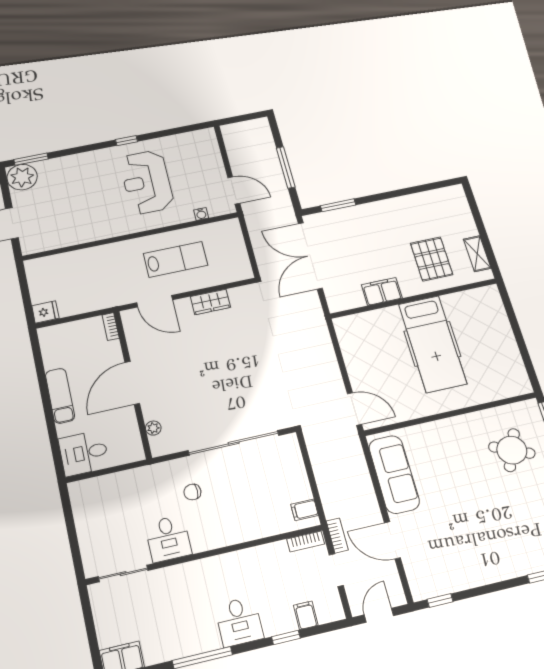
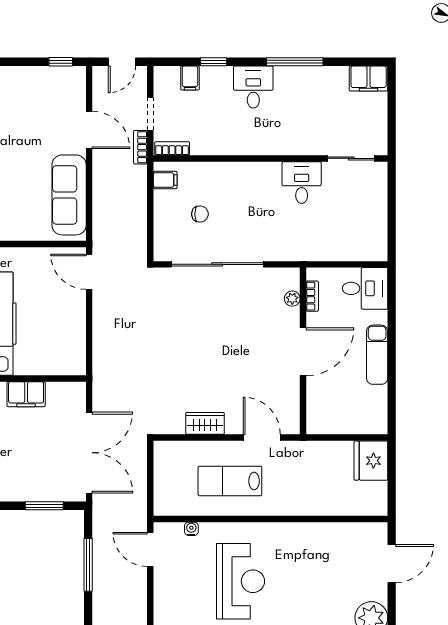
fridge: (45, 312) -> (371, 461), width x1.88, depth x1.34
bookcase: (111, 327) -> (312, 296), moved
chair: (192, 492) -> (200, 214), moved

